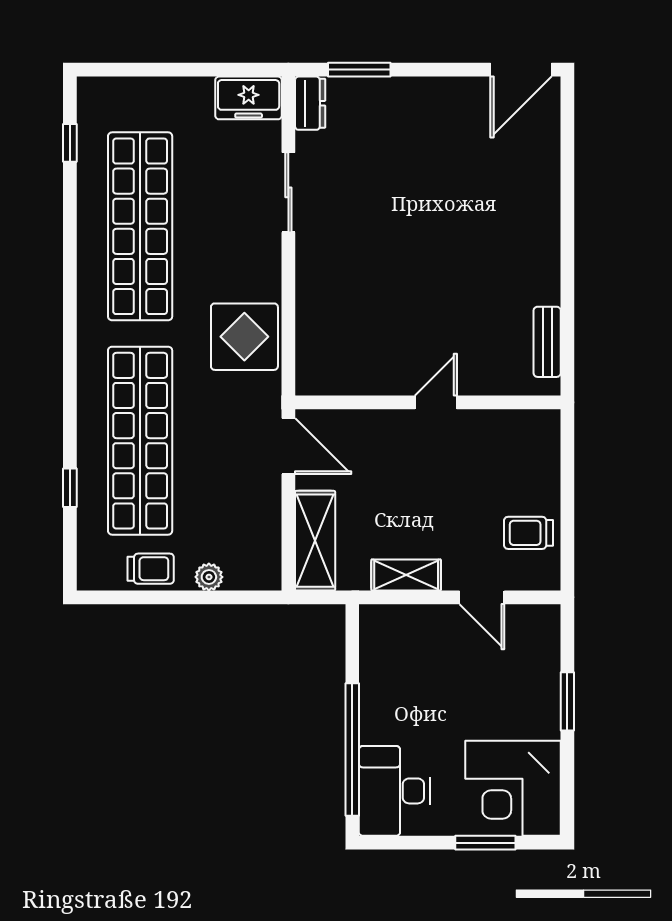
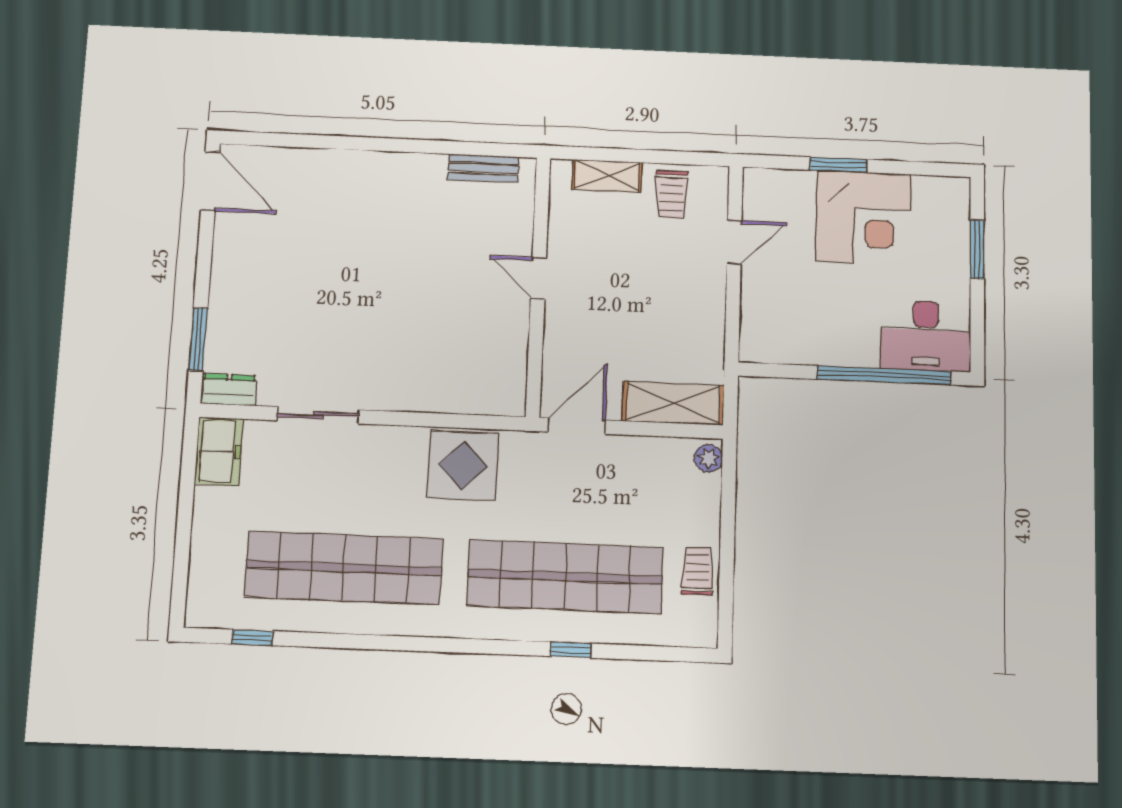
window: (70, 488) -> (571, 650), moved
shelving: (406, 575) -> (607, 176), moved, turned 90
plant: (209, 577) -> (709, 458), moved
corner desk: (513, 788) -> (864, 218), moved

